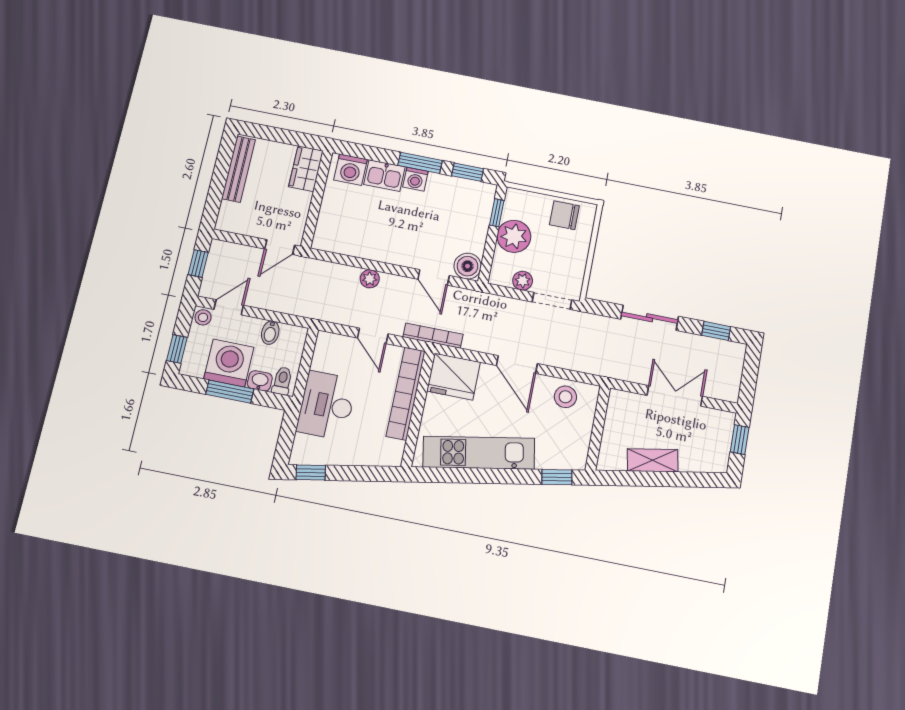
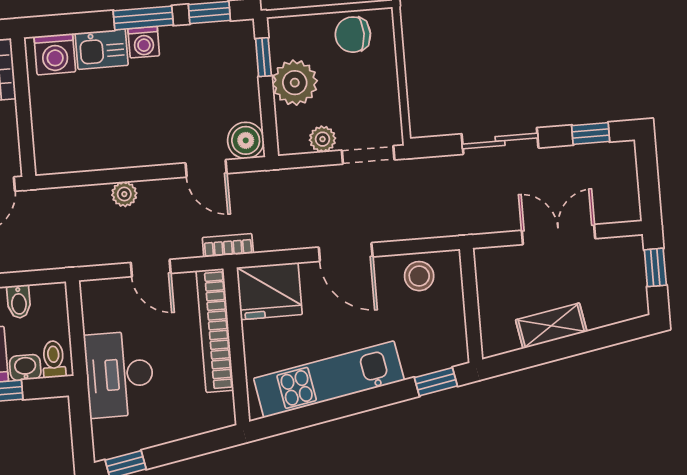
bookcase: (433, 336) -> (228, 245), width x0.64

